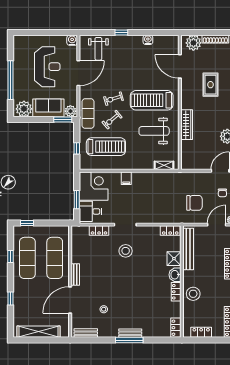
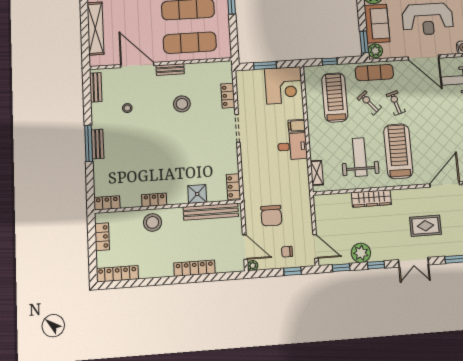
treadmill: (106, 147) -> (335, 97), turned 180
desk: (90, 211) -> (292, 146), moved, turned 90
stool: (126, 251) -> (182, 104), moved
washbasin: (175, 275) -> (176, 197), removed

